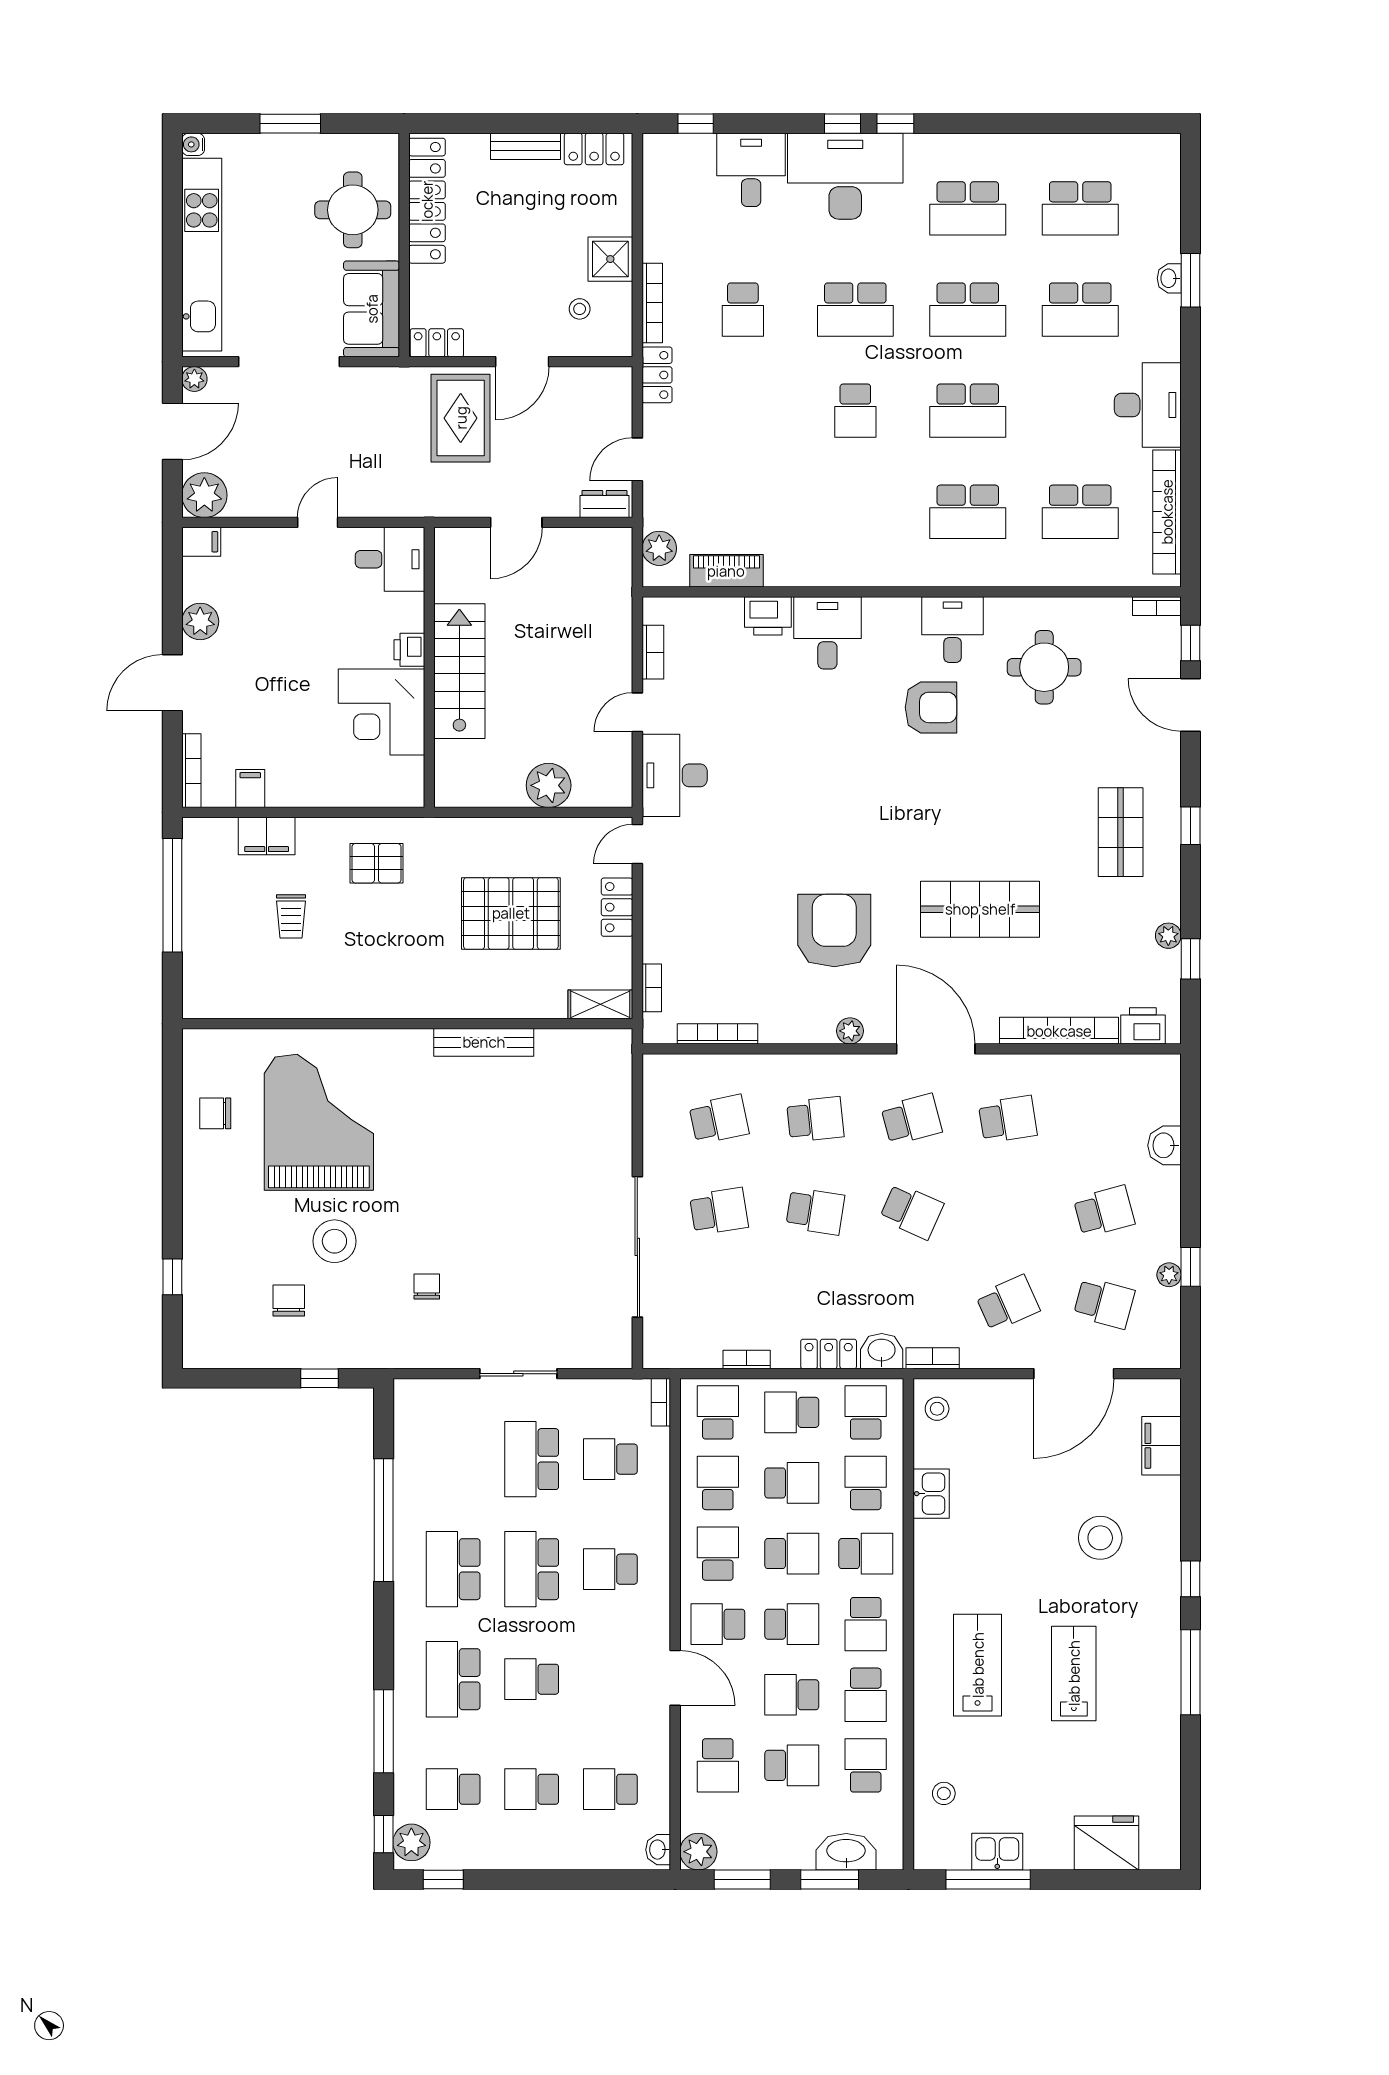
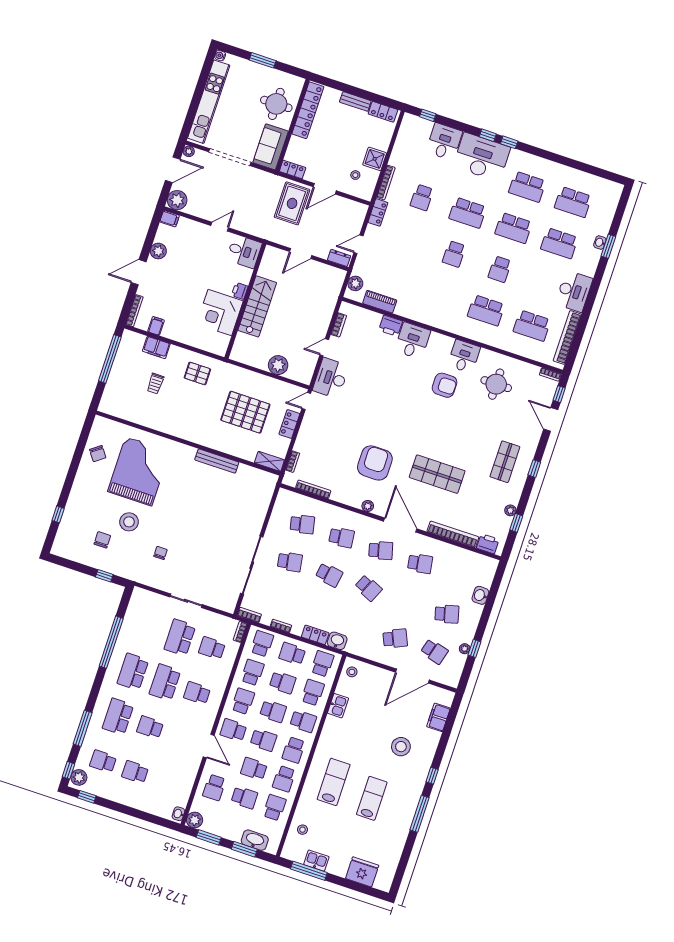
school desk: (968, 411) -> (500, 269), width x0.54
chair: (215, 1113) -> (98, 454), turned -126
bookcase: (933, 1358) -> (249, 615), moved
school desk: (610, 1789) -> (167, 783), removed

